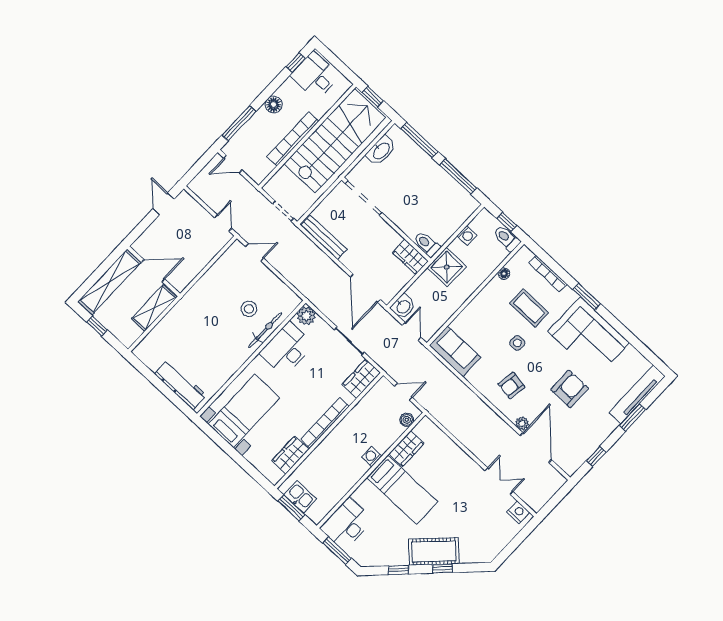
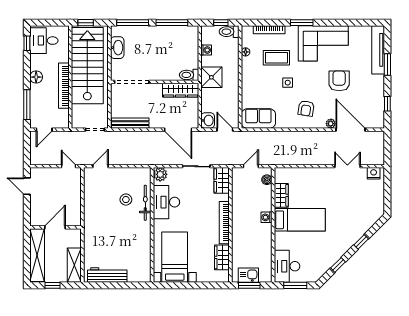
wardrobe: (410, 257) -> (181, 90), width x1.50
shelving: (154, 308) -> (74, 265), moved
workbench: (180, 385) -> (107, 275), moved
cot: (434, 551) -> (348, 237), removed

